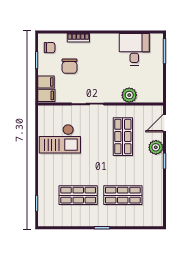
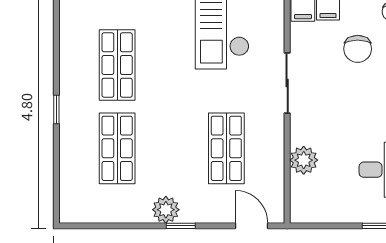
chair: (69, 66) -> (358, 49), turned -90
shop shelf: (123, 137) -> (226, 148), turned 90
plant: (156, 147) -> (166, 210), moved

